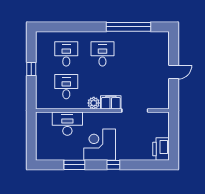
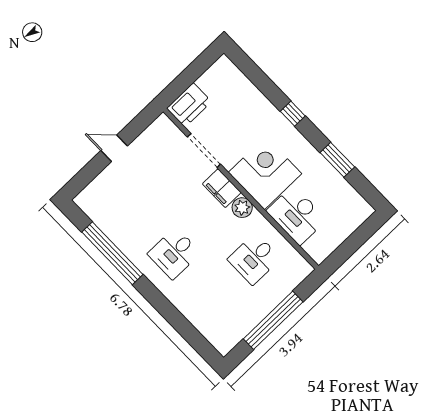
desk: (66, 54) -> (215, 296), removed
window: (31, 69) -> (273, 320), width x3.17
corner desk: (100, 145) -> (265, 173), moved, turned 180
printer: (161, 149) -> (189, 105), moved

